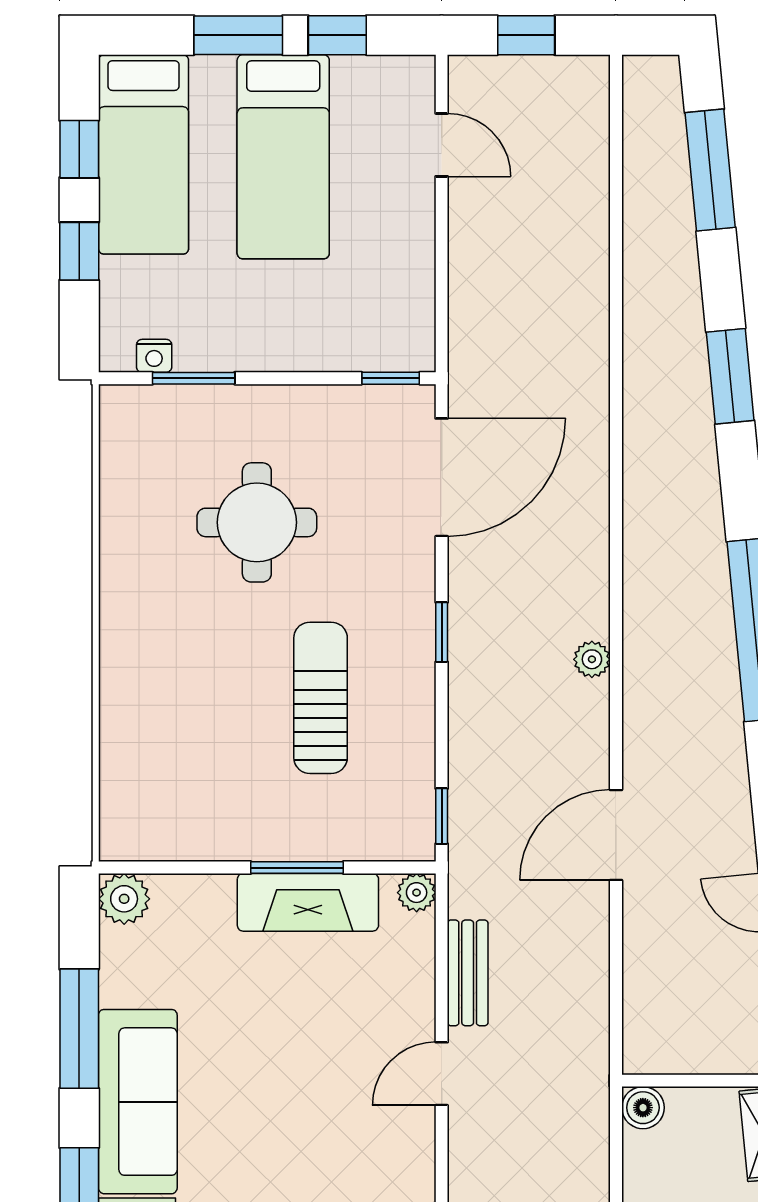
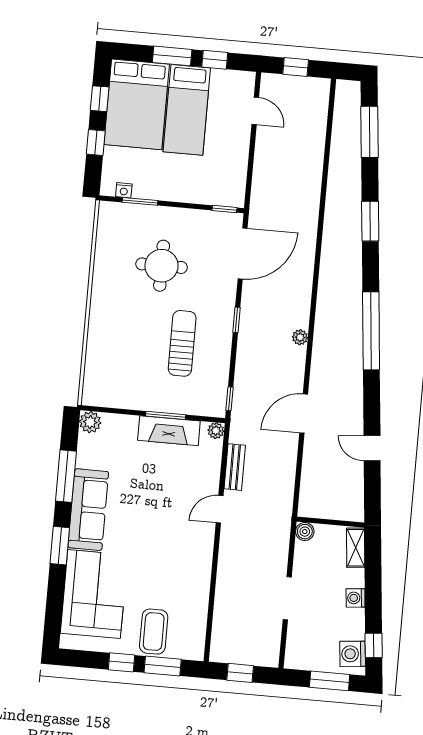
bed: (144, 154) -> (137, 104), width x1.50

